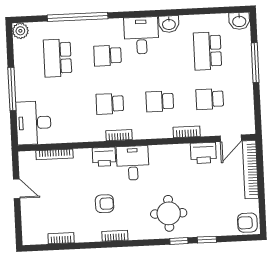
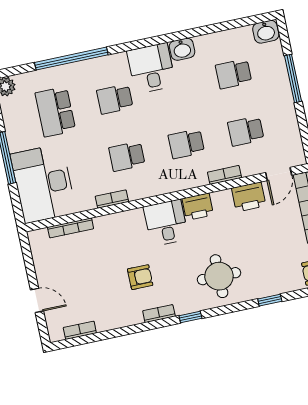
school desk: (207, 51) -> (234, 74), width x0.54
desk: (34, 123) -> (43, 184), width x1.36, depth x1.30
bookcase: (119, 135) -> (112, 199), moved
printer: (104, 157) -> (198, 207), moved
door: (17, 189) -> (37, 300), moved
bookcase: (61, 238) -> (80, 330), moved
window: (179, 241) -> (190, 317), moved

